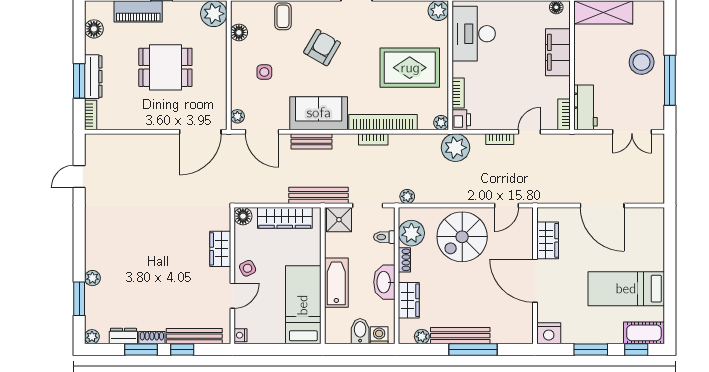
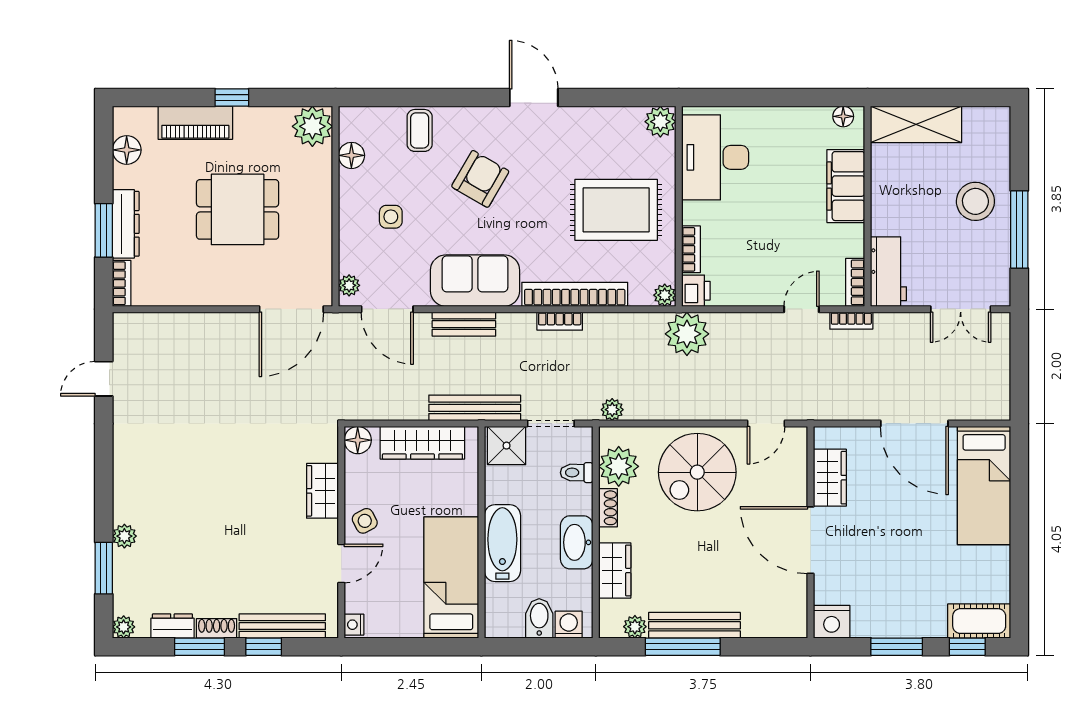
bookcase: (500, 139) -> (851, 321), moved
bed: (626, 289) -> (984, 486), moved, turned -90
window: (473, 349) -> (683, 647), moved

